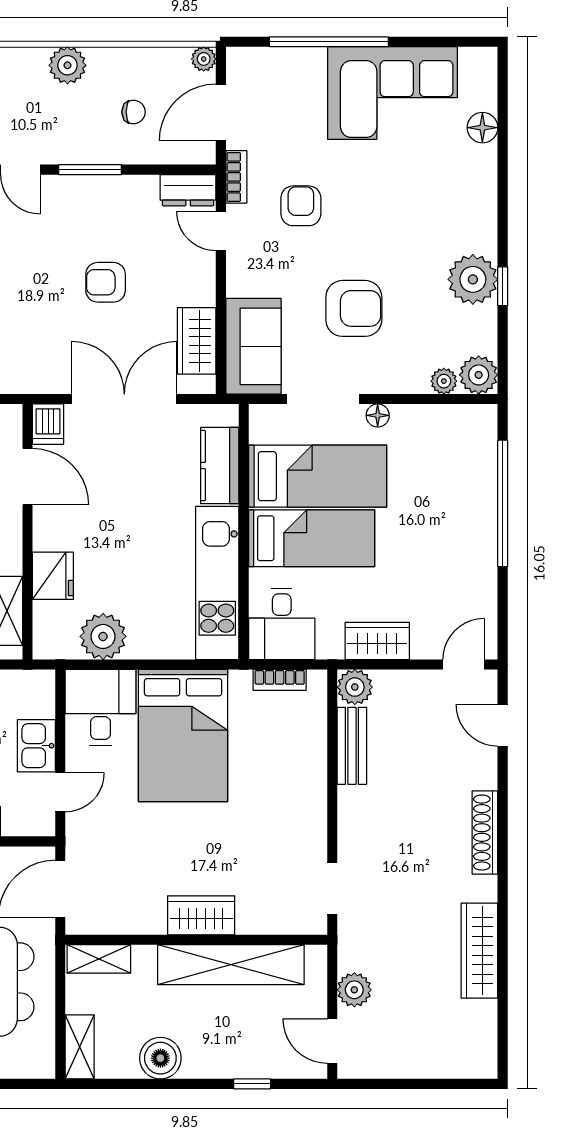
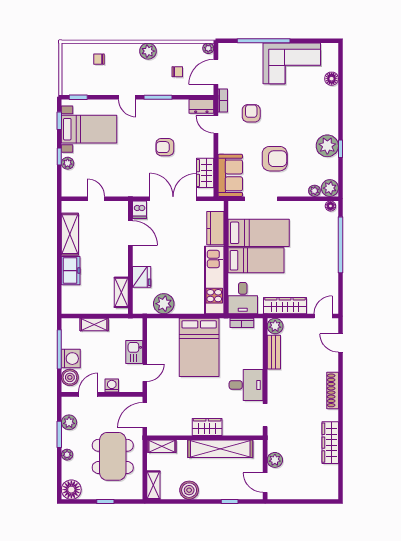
floor lamp: (378, 415) -> (330, 206), moved
wardrobe: (377, 641) -> (285, 306), width x1.50
desk: (101, 707) -> (246, 385), moved, turned 90

